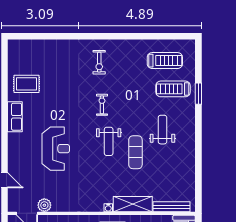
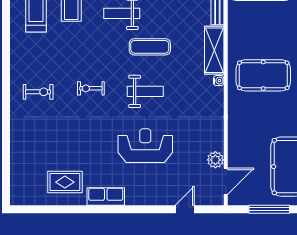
rug: (26, 84) -> (65, 182), turned 90
weight bench: (109, 141) -> (145, 91), moved

